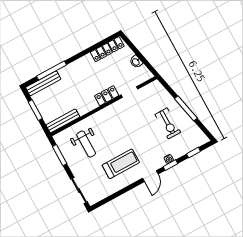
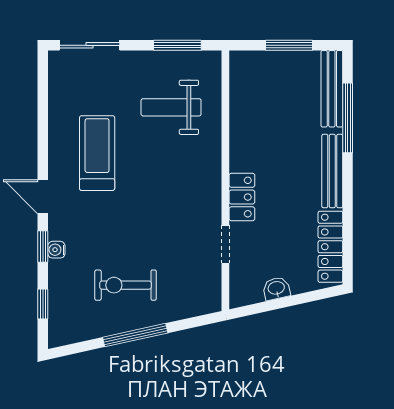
bench: (63, 121) -> (332, 171), moved
treadmill: (121, 164) -> (97, 153), turned 180

